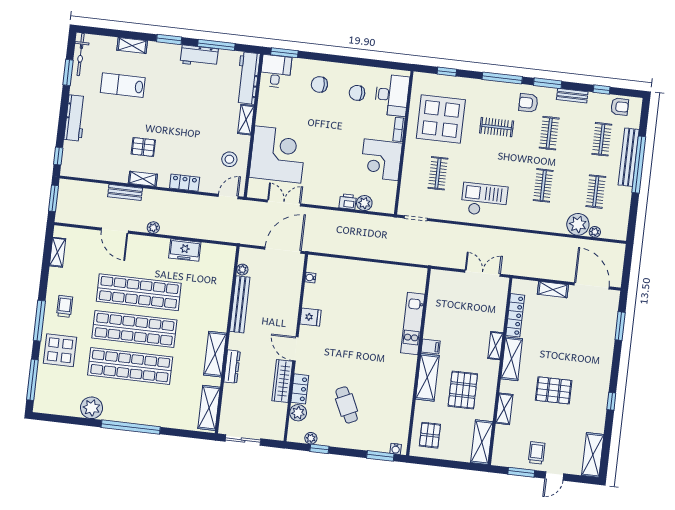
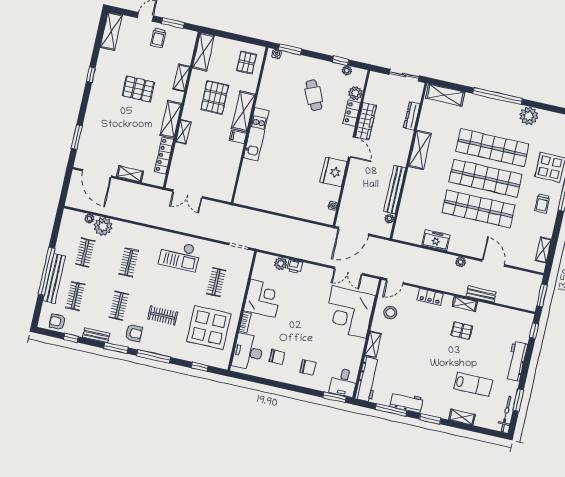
fridge: (311, 317) -> (333, 172), width x1.88, depth x1.34
kitchen unit: (413, 323) -> (256, 134), moved
dresser: (232, 367) -> (412, 116), moved
shelving: (209, 408) -> (445, 95), moved, turned 90

